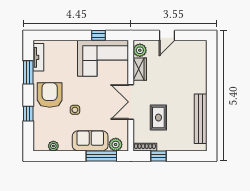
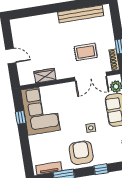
plant: (140, 50) -> (28, 78), removed
armchair: (50, 95) -> (81, 153), turned 90
double door: (131, 102) -> (91, 77), moved

